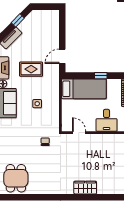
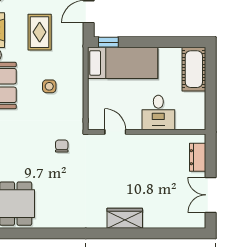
rug: (31, 69) -> (40, 32), turned 90
window: (101, 76) -> (108, 42), moved

